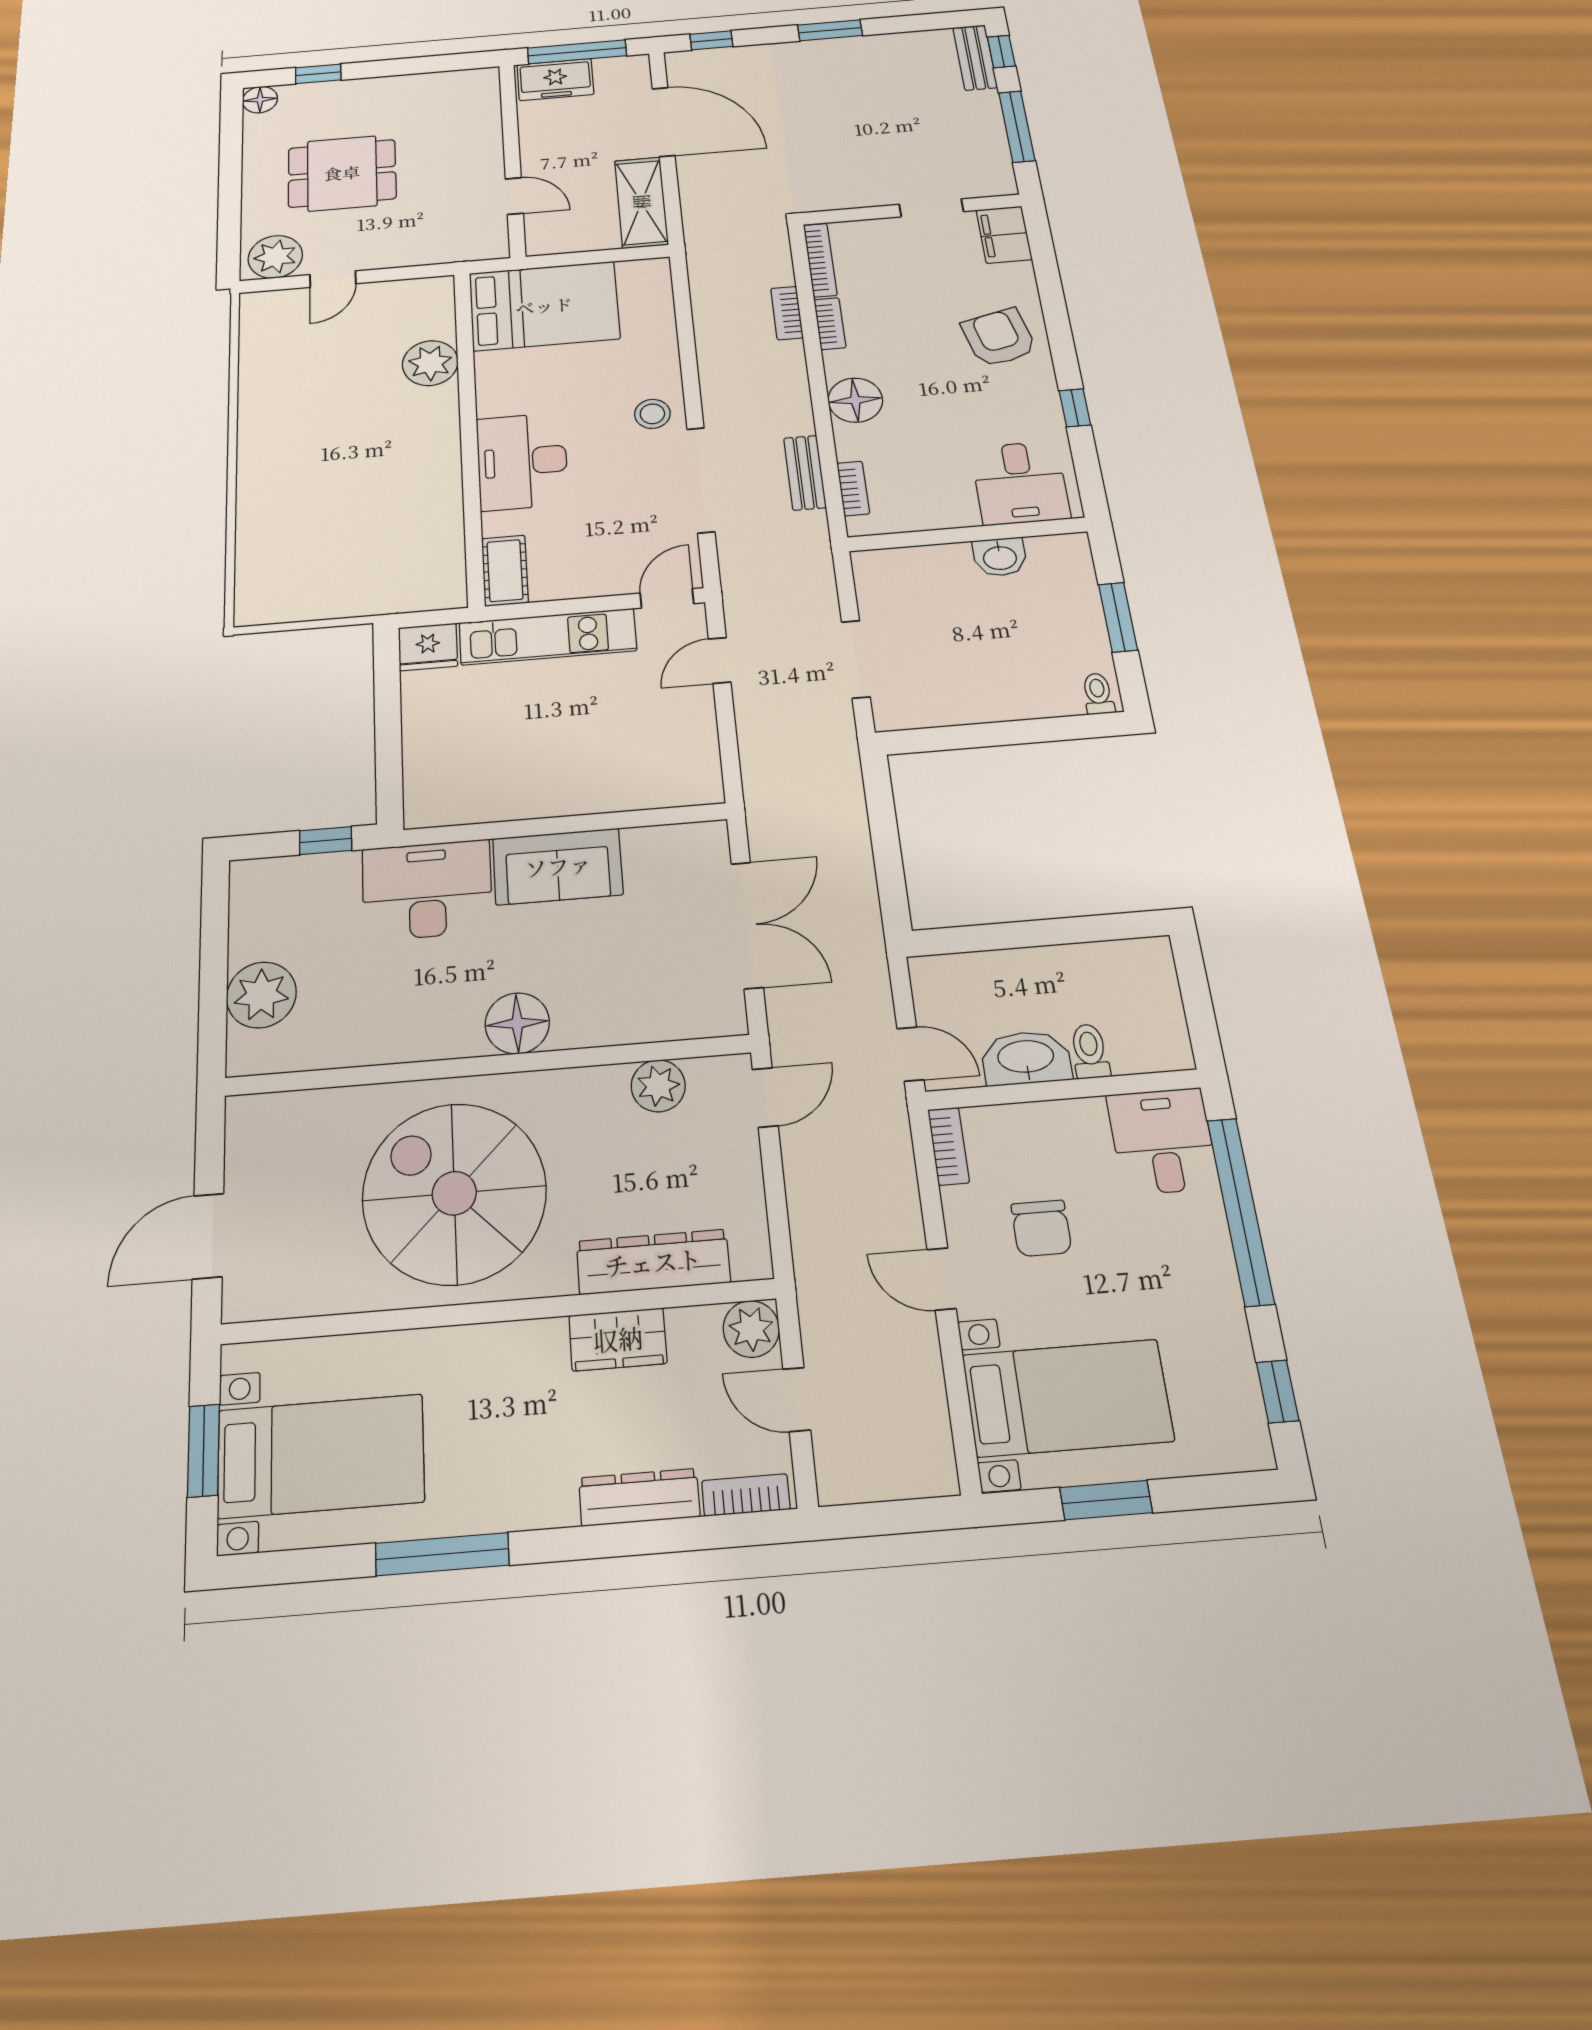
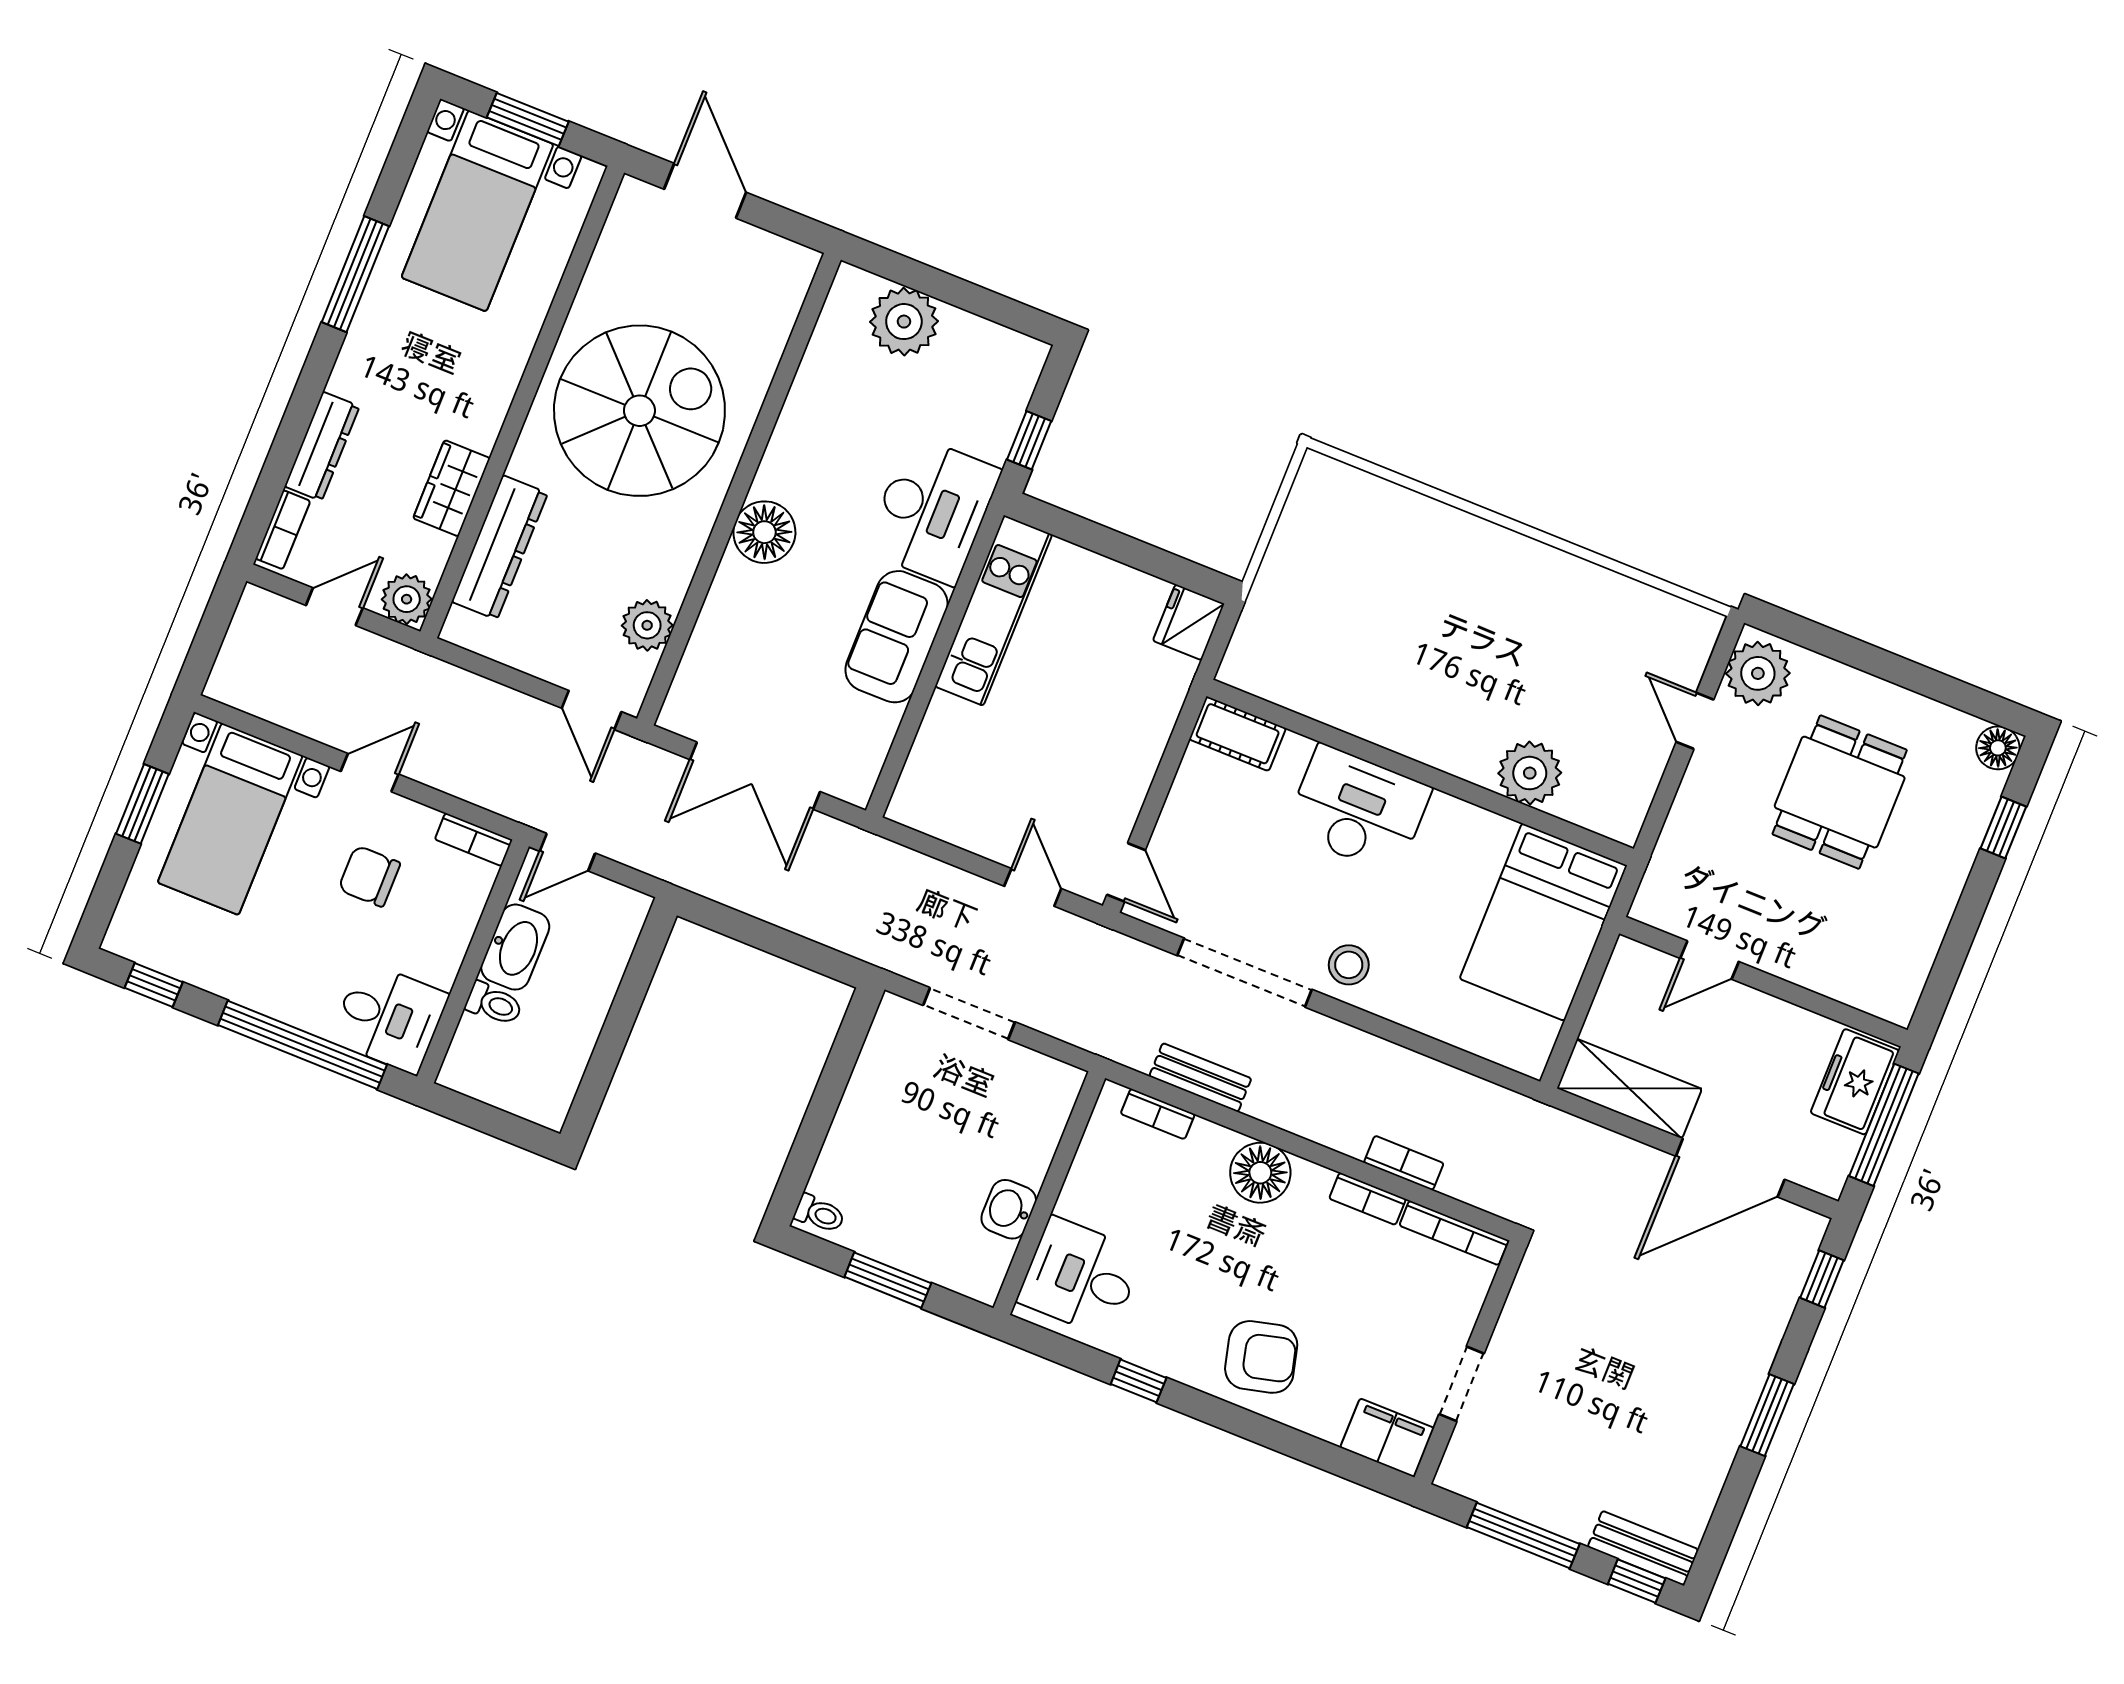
kitchen unit: (548, 637) -> (994, 611), moved, turned 180

